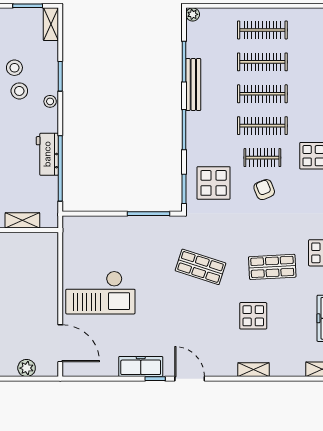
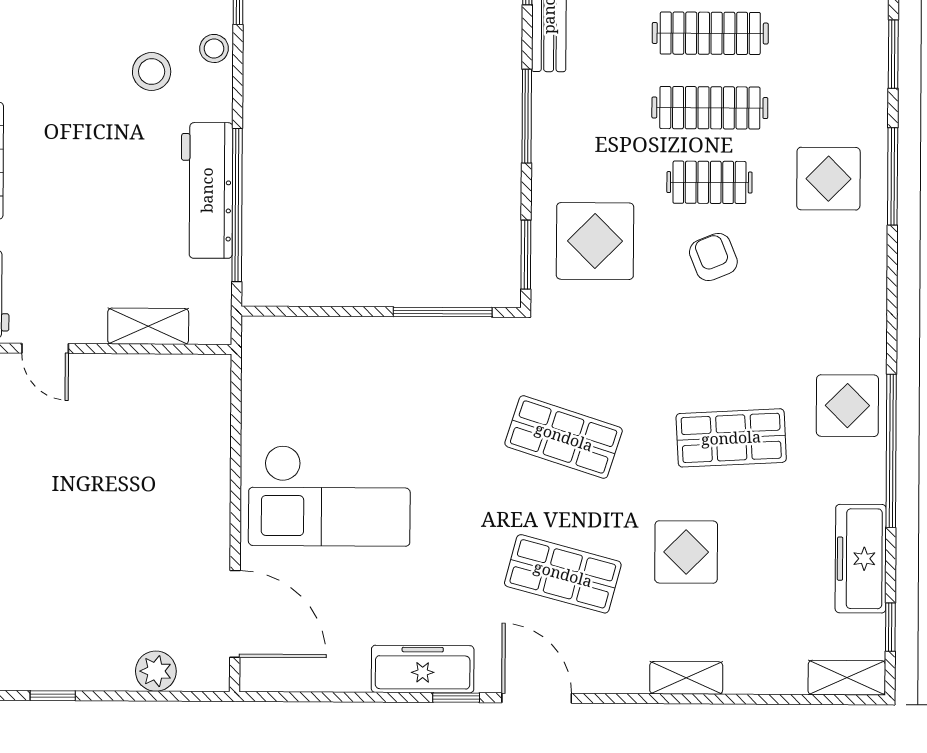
stool: (19, 91) -> (152, 72), moved
workbench: (47, 154) -> (207, 190), width x1.37
shop shelf: (200, 325) -> (563, 574), added

